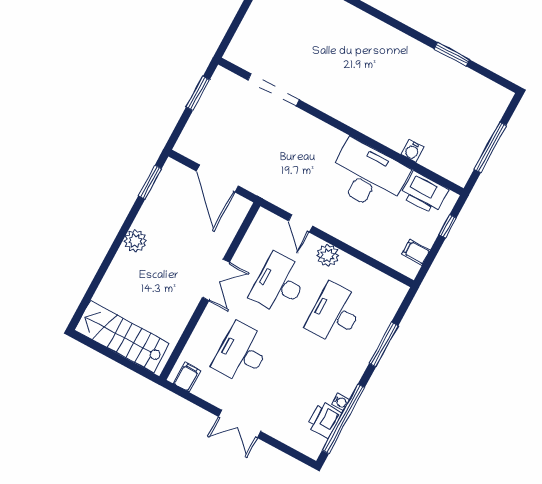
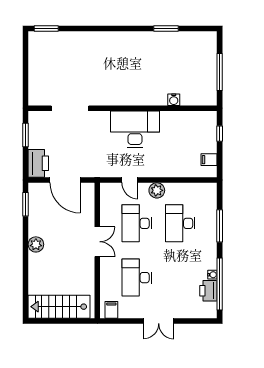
desk: (368, 176) -> (135, 129), moved
printer: (425, 193) -> (38, 163), moved, turned -90

